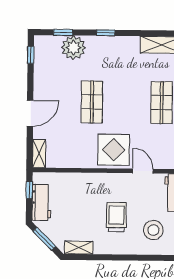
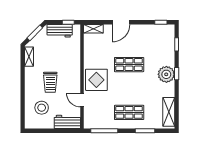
plant: (73, 48) -> (166, 74), moved
door: (30, 113) -> (121, 22), hinge flipped
door: (143, 171) -> (82, 100), swing flipped
trolley: (116, 217) -> (50, 82), turned 90

